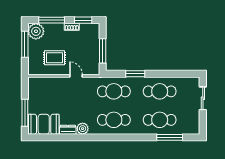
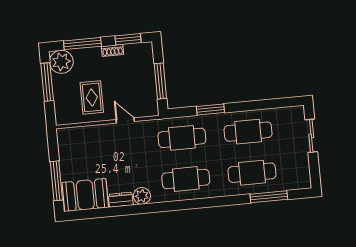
rug: (55, 58) -> (92, 97), turned 90

